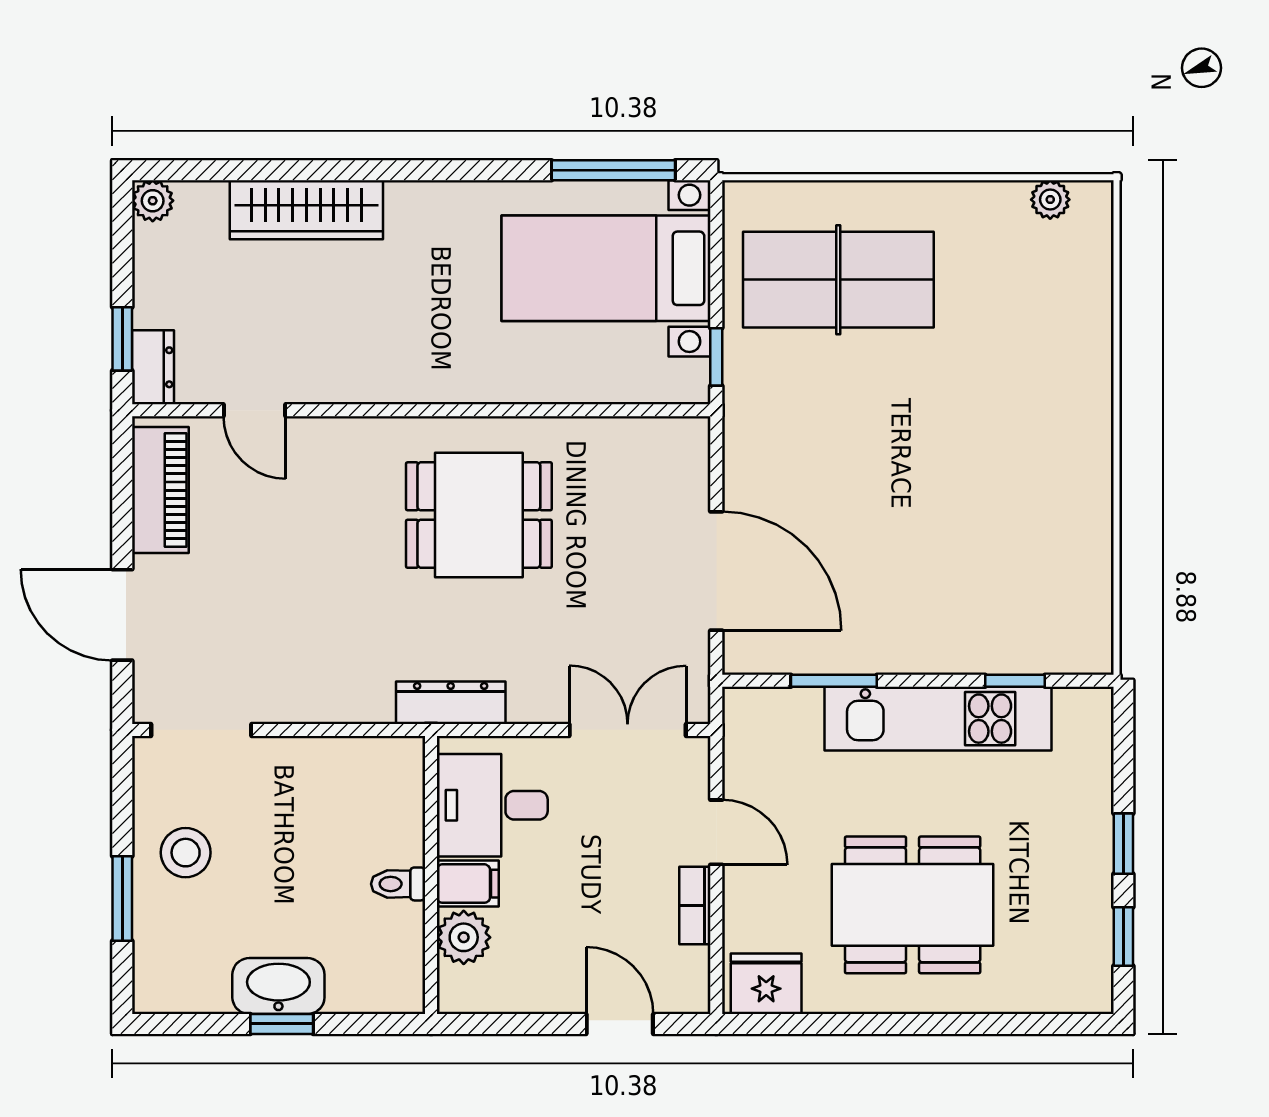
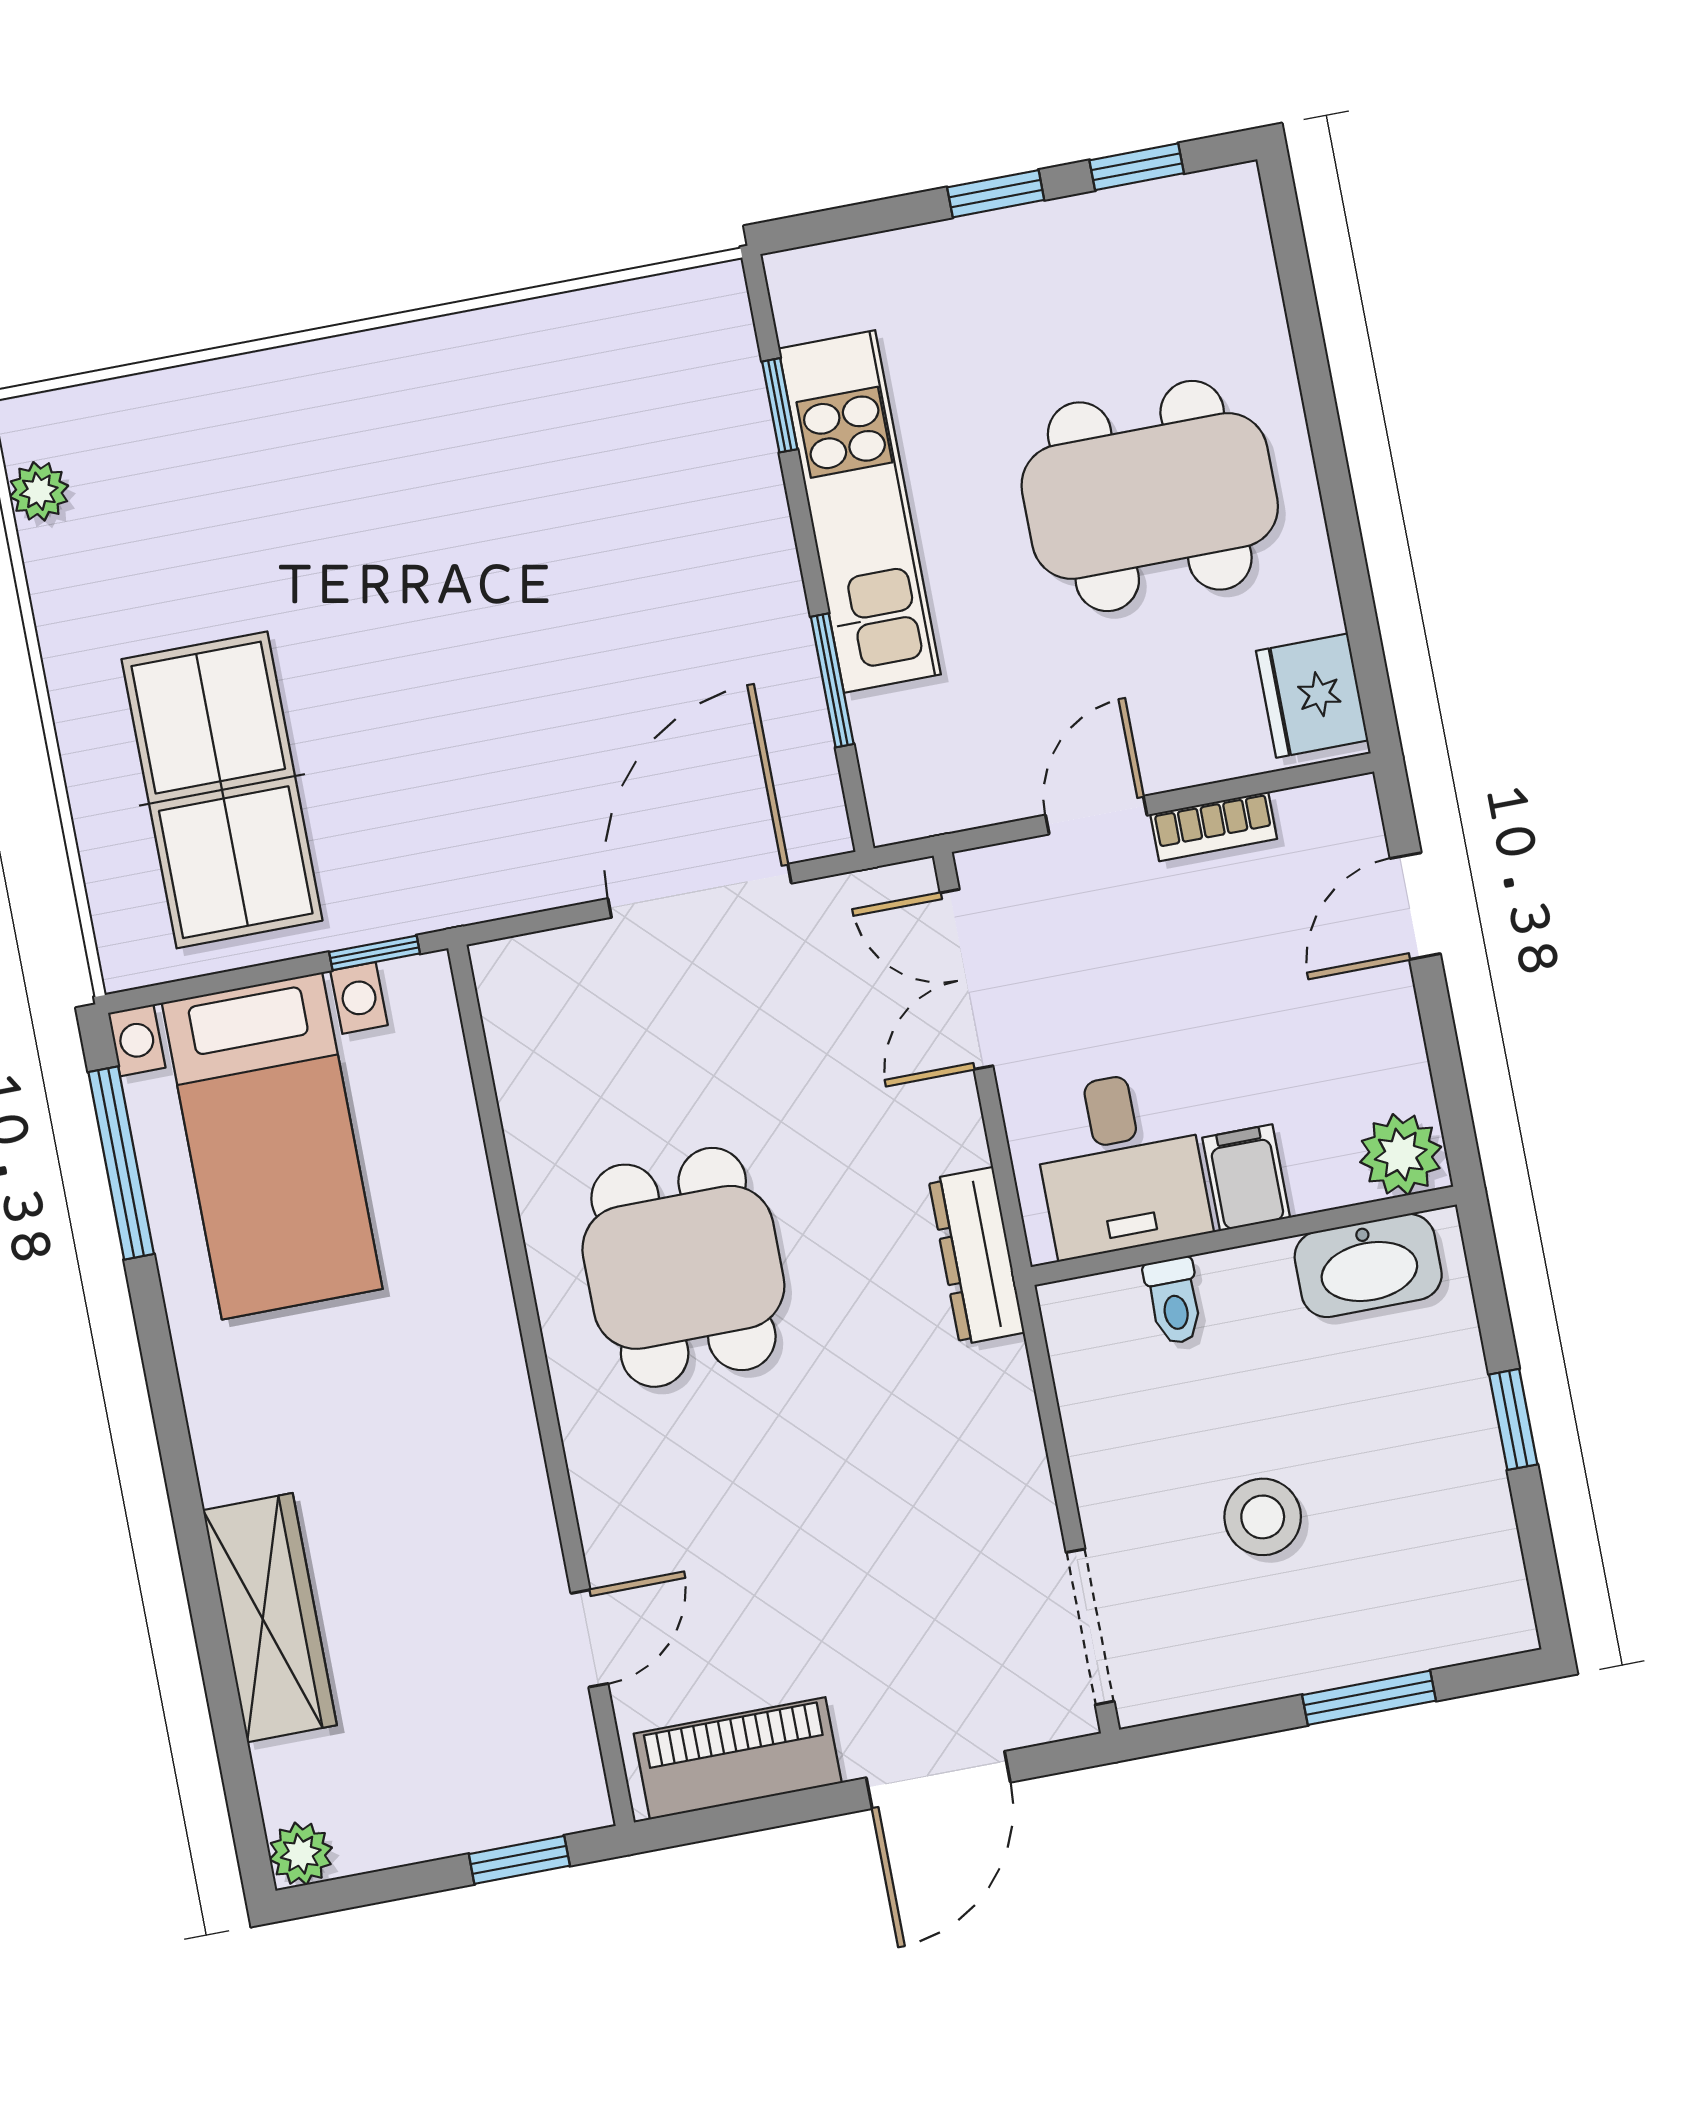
dresser: (153, 367) -> (554, 1805), removed
stool: (186, 853) -> (1263, 1517), moved
toilet: (398, 884) -> (1174, 1301), moved
dining table: (913, 905) -> (1150, 496), turned 90
plant: (464, 937) -> (1401, 1155), moved
washbasin: (278, 986) -> (1368, 1266), moved, turned -90

